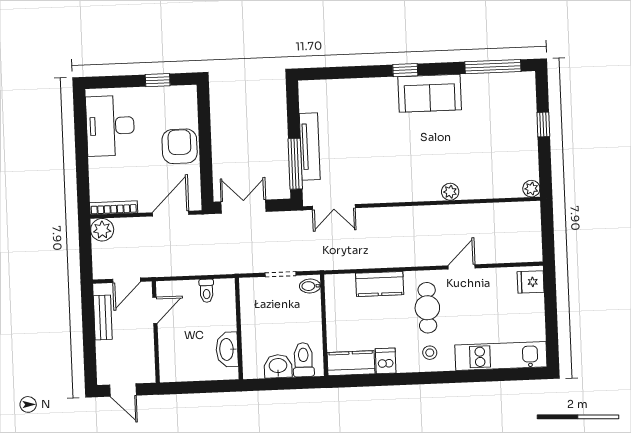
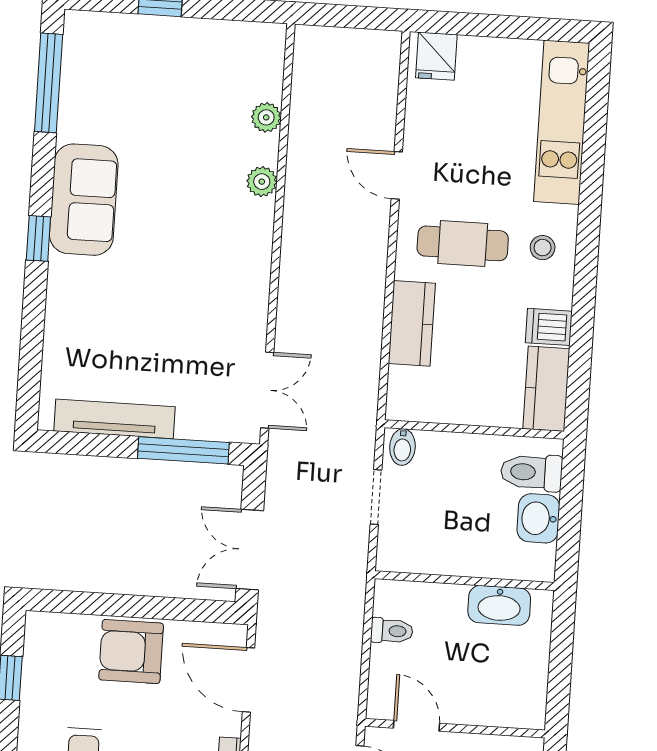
tv unit: (310, 147) -> (115, 419), moved
plant: (531, 189) -> (266, 117), moved

